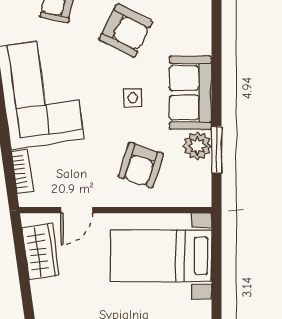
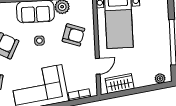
door: (77, 210) -> (98, 66), hinge flipped

